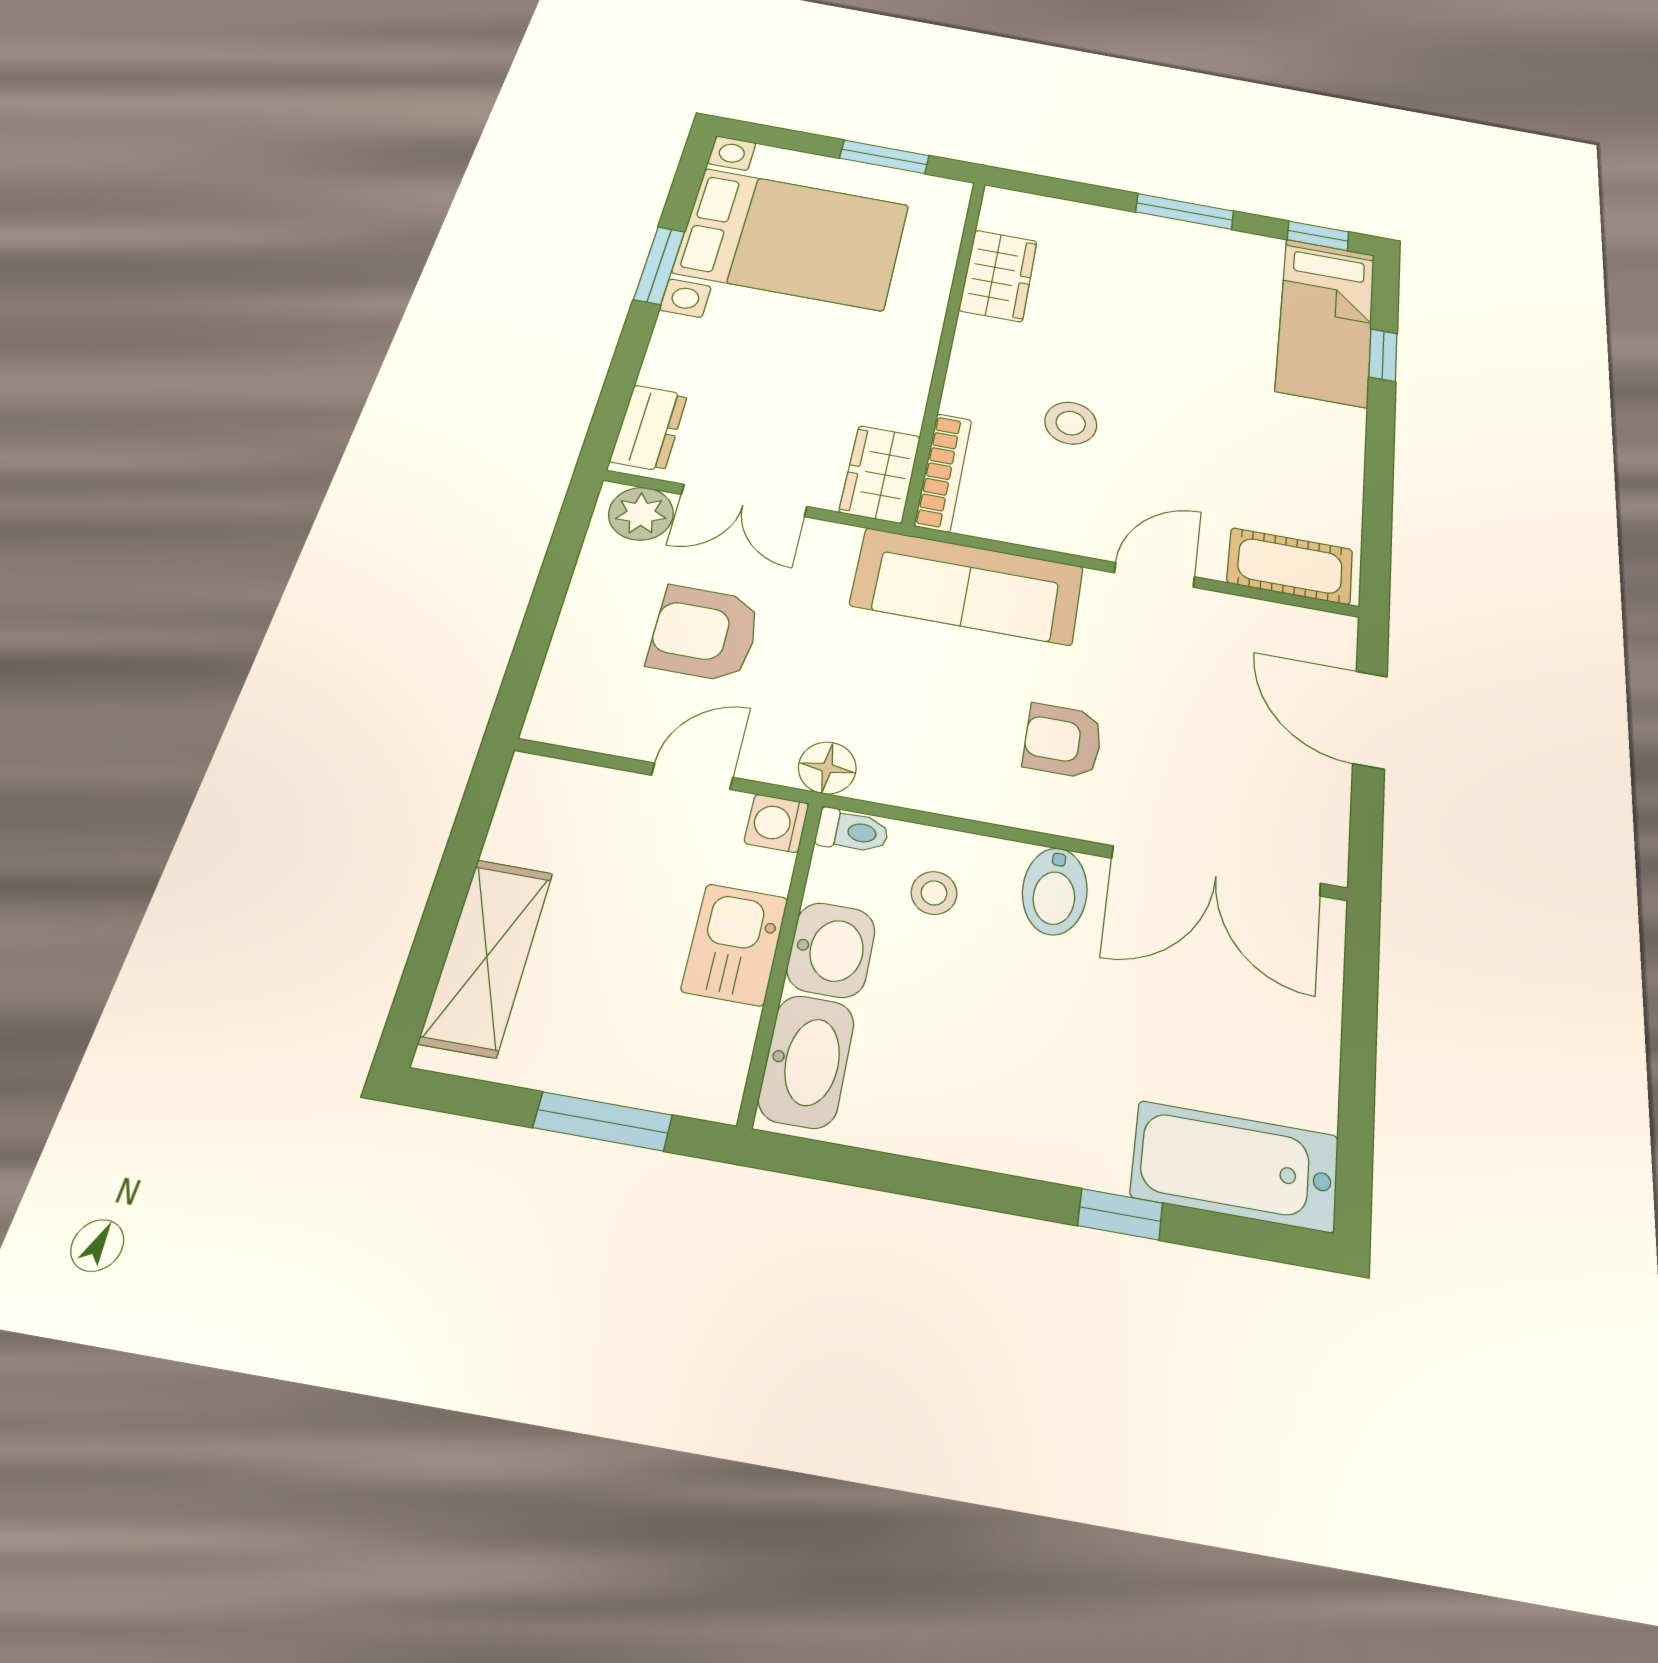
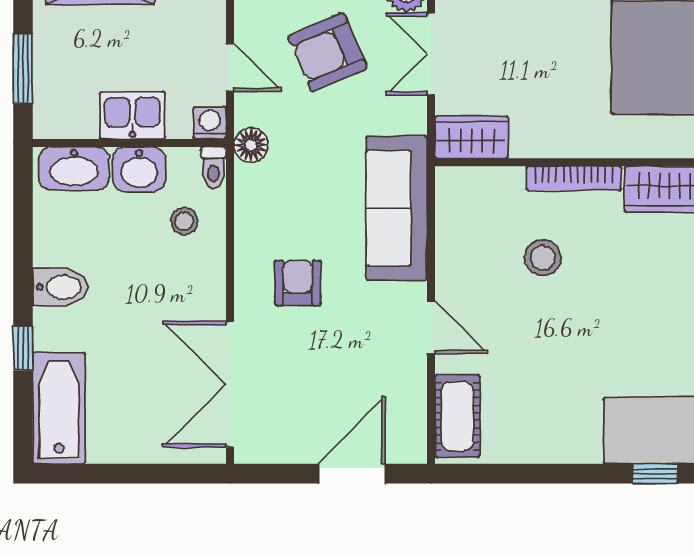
bookcase: (943, 472) -> (574, 178), moved
armchair: (705, 633) -> (327, 52), turned -113
bidet: (1055, 891) -> (60, 287), moved, turned 180

